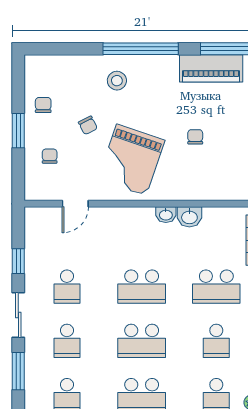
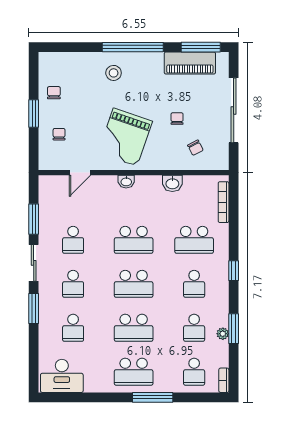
chair: (88, 125) -> (195, 148), moved
washbasin: (166, 215) -> (126, 182), moved
window: (18, 261) -> (34, 219), width x1.50

